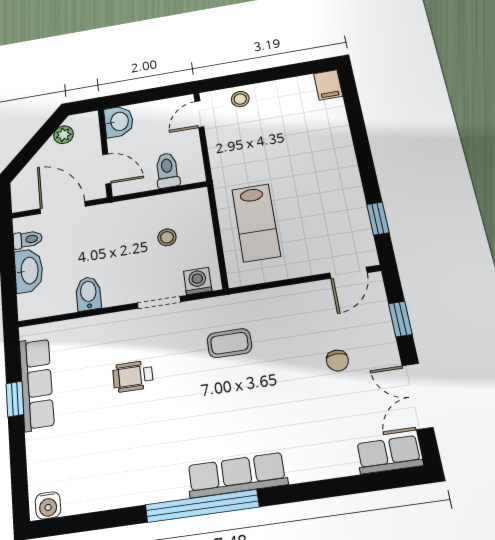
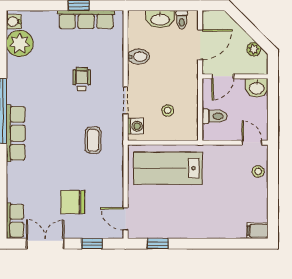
lab bench: (256, 223) -> (168, 168), width x1.36, depth x1.39
chair: (337, 361) -> (73, 202), width x1.87, depth x1.87
plant: (84, 490) -> (20, 43), added

